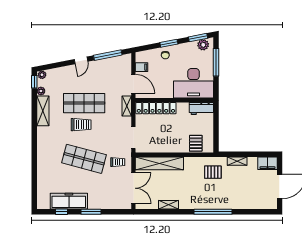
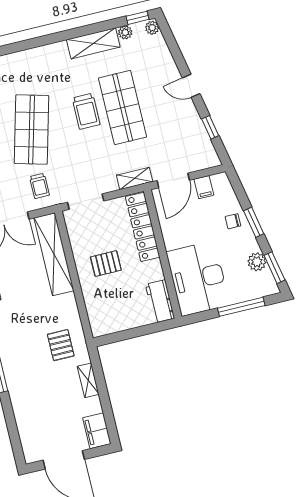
plant: (203, 45) -> (257, 262), moved
window: (108, 55) -> (210, 127), width x0.46
pallet: (196, 143) -> (106, 264), moved

